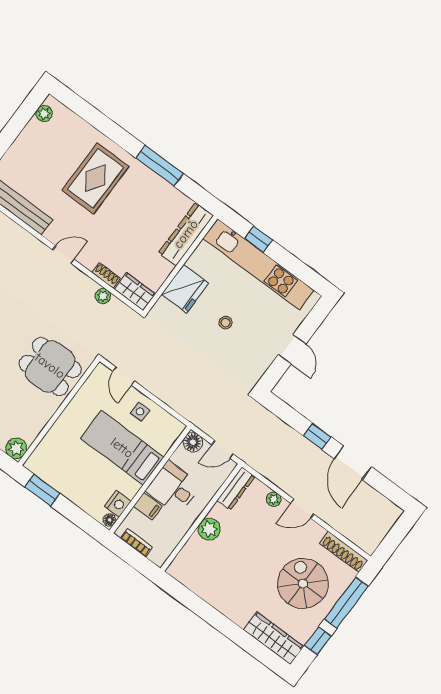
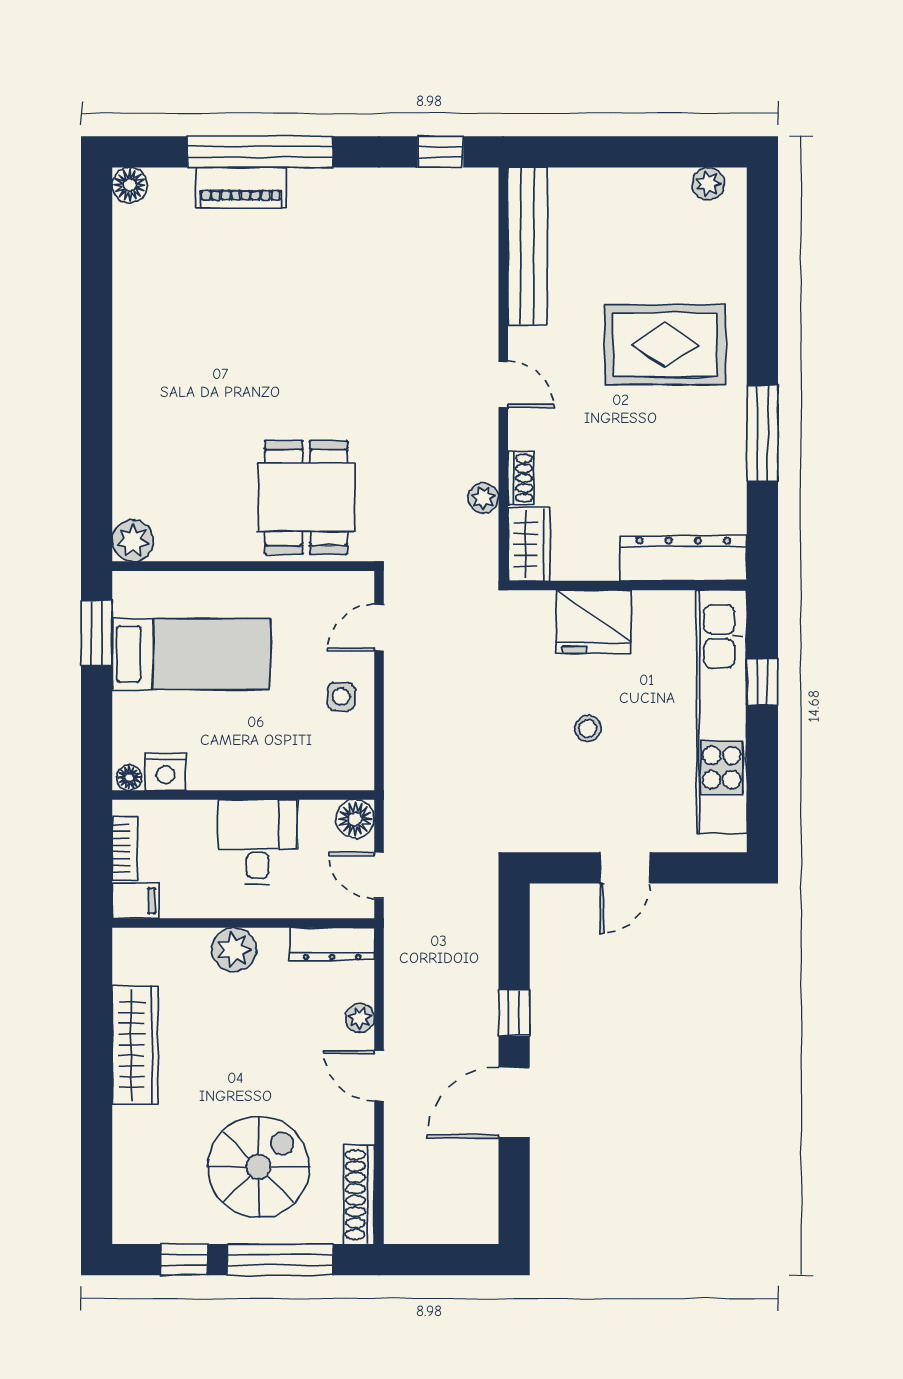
bed: (122, 448) -> (191, 654), moved, turned 90
filing cabinet: (148, 506) -> (135, 901), moved, turned -90
wardrobe: (274, 638) -> (135, 1045), moved

